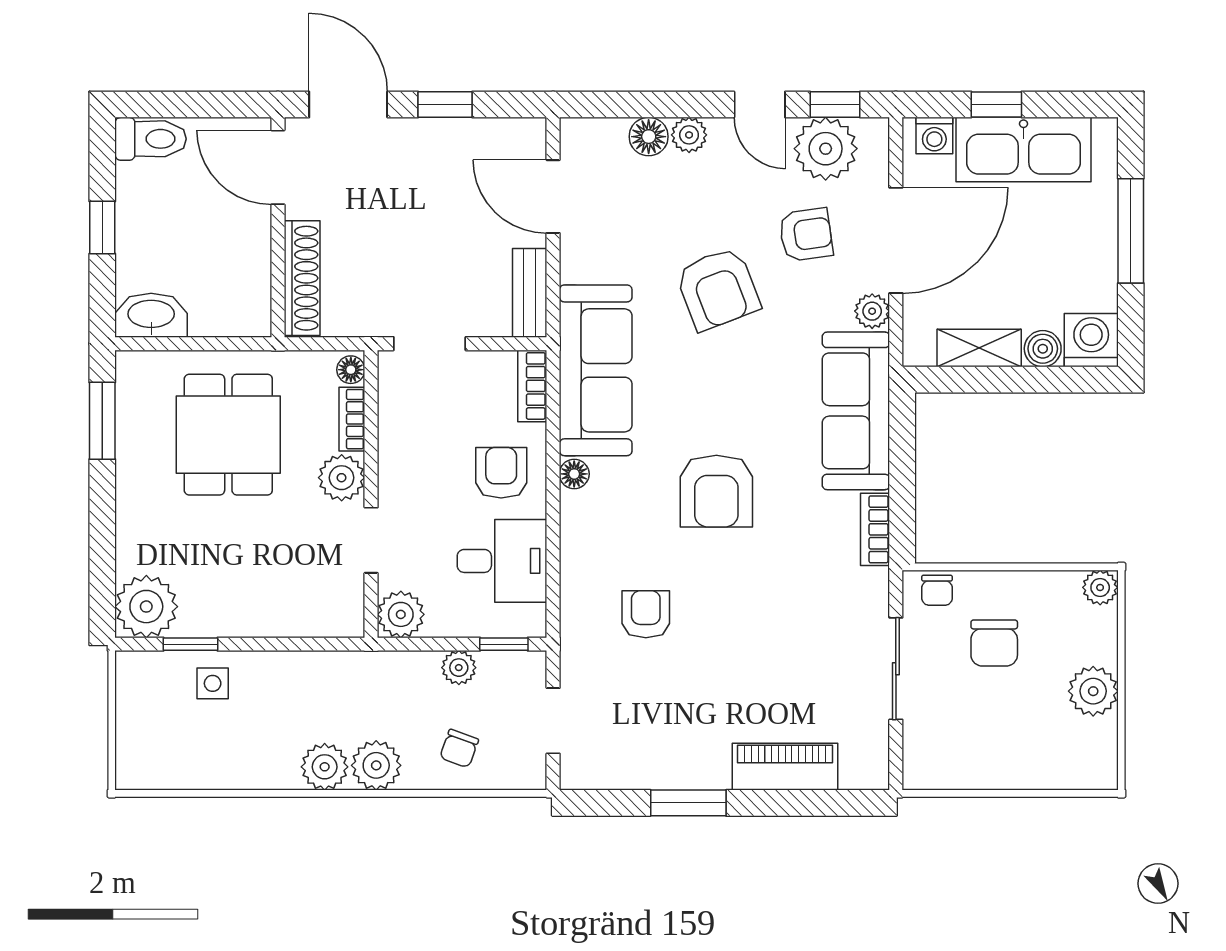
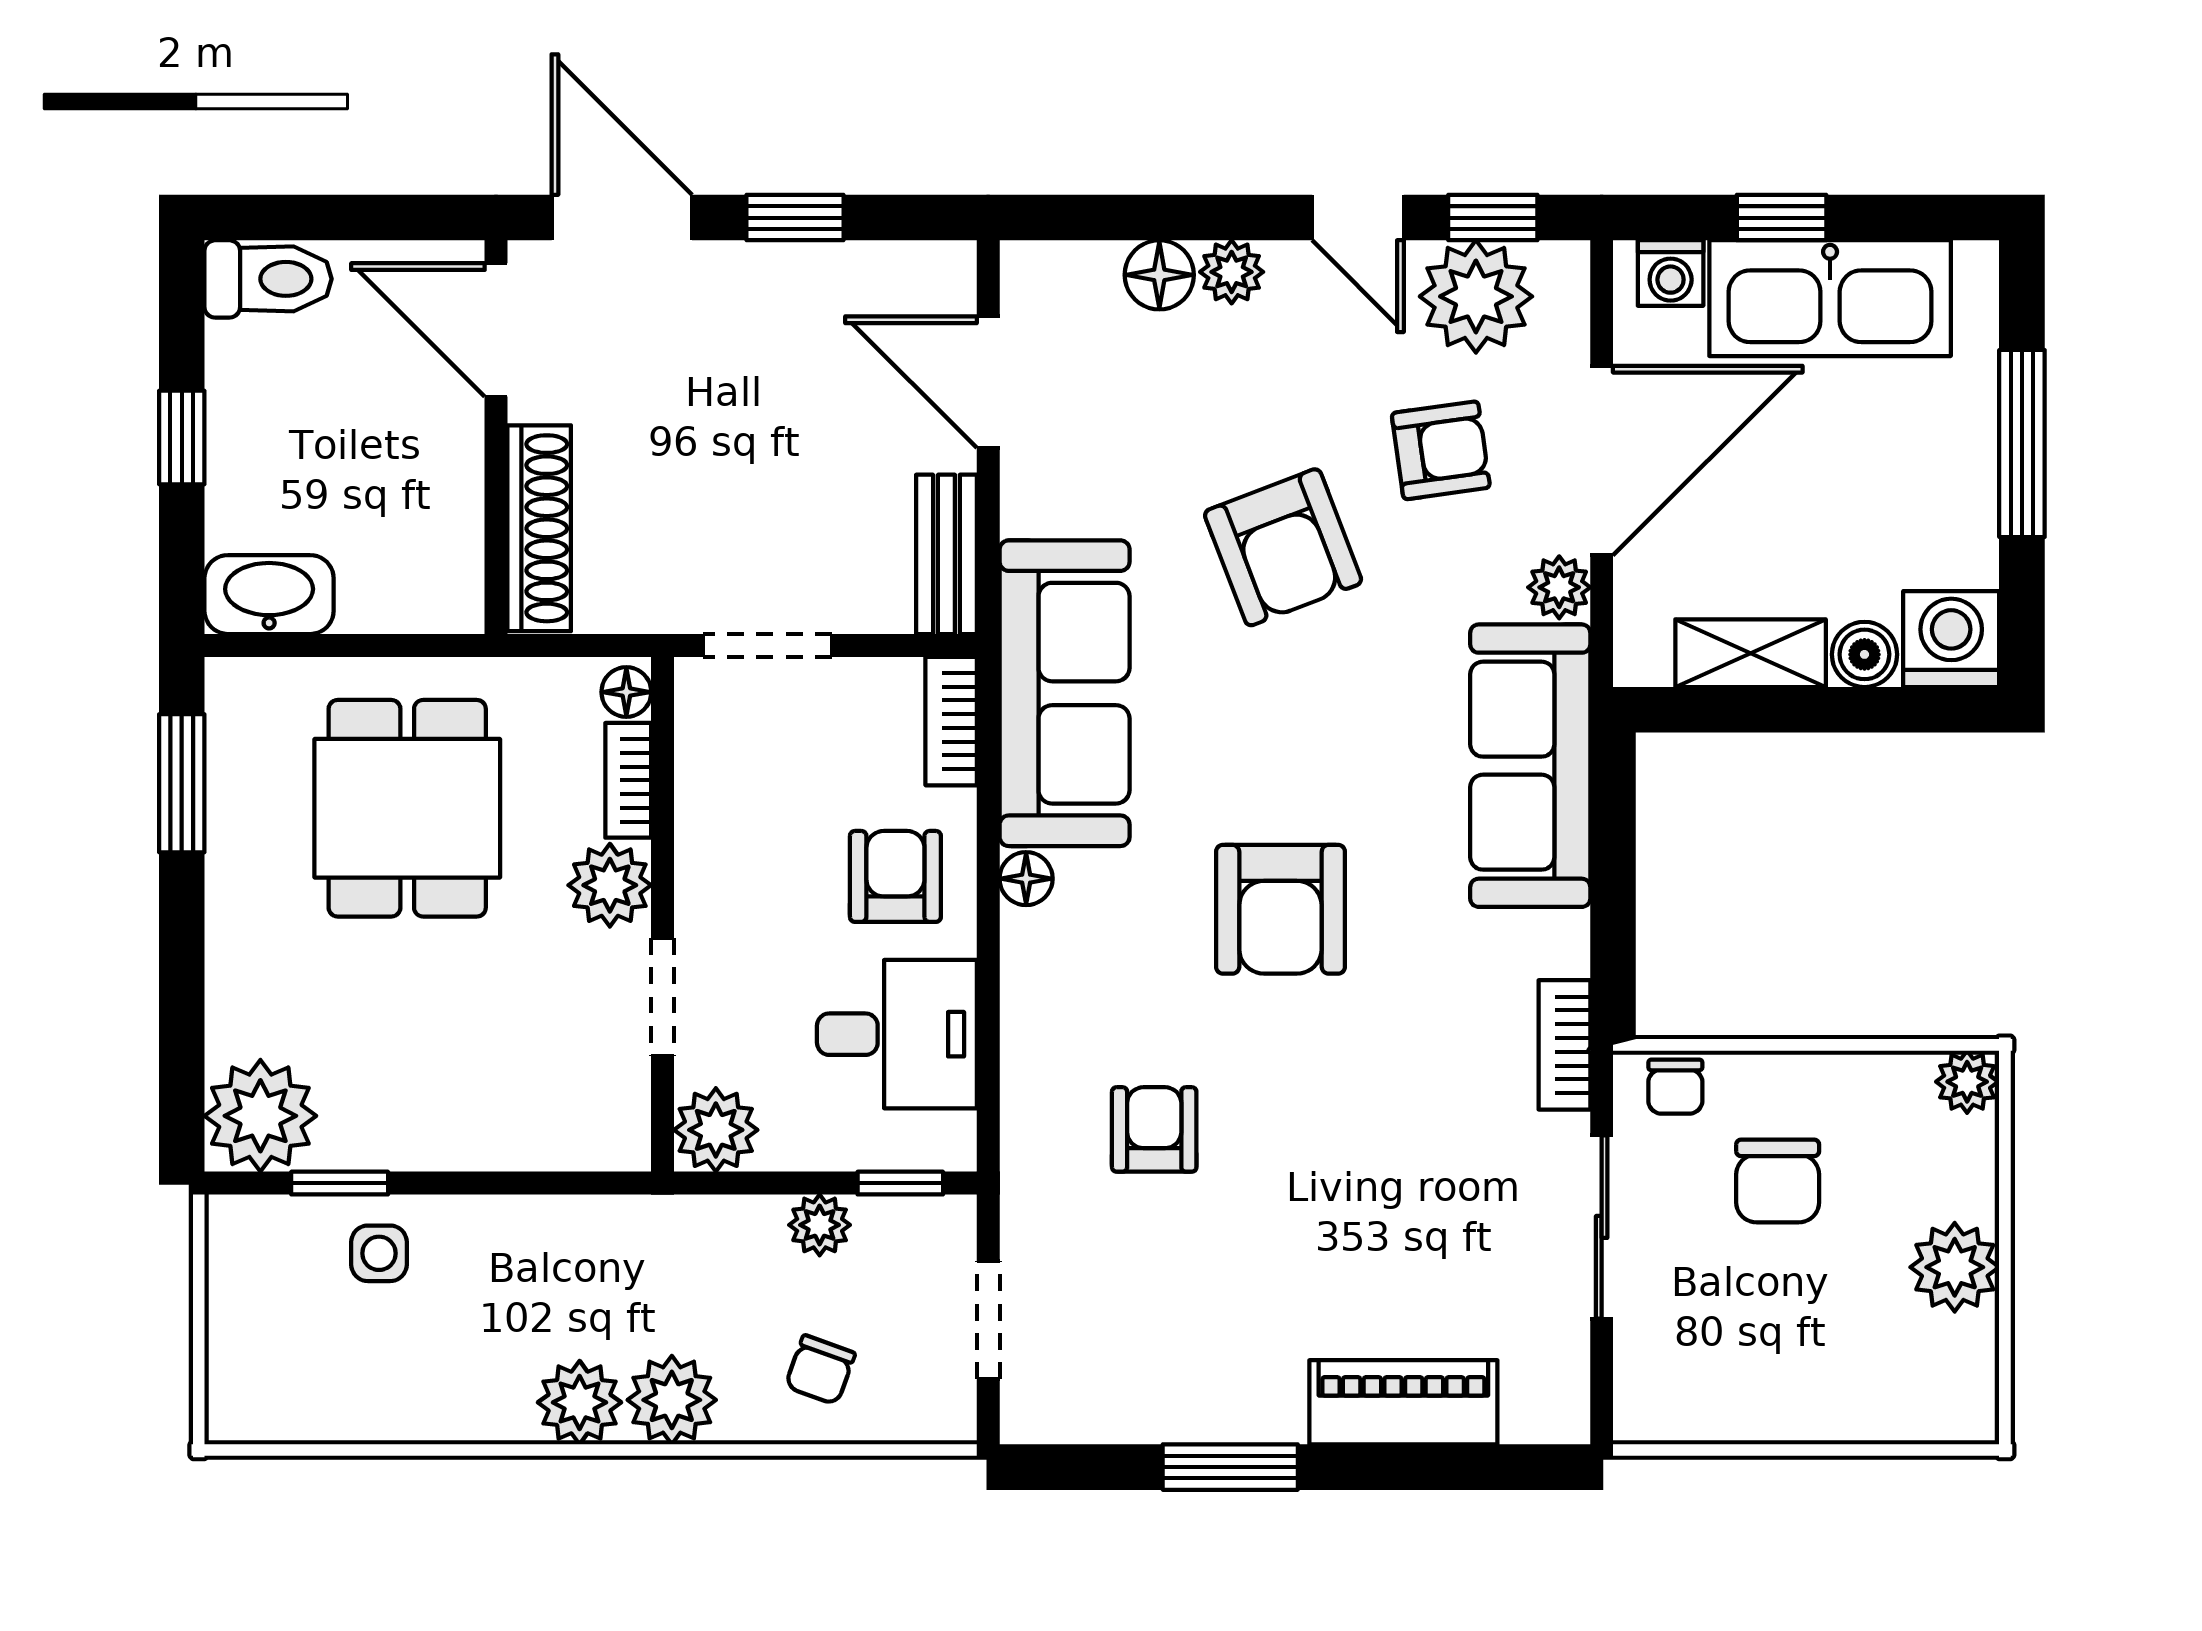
bookcase: (875, 529) -> (1564, 1045), moved

